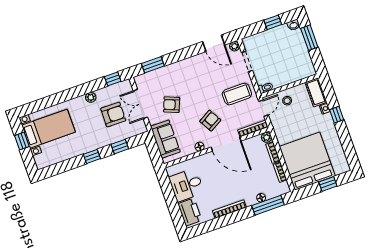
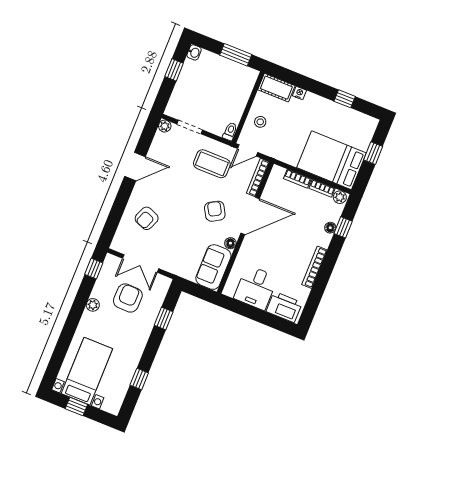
window: (309, 38) -> (236, 55), moved
door: (214, 43) -> (135, 166), moved
window: (153, 65) -> (114, 219), removed
coffee table: (237, 94) -> (212, 164), turned 90
armchair: (172, 105) -> (147, 218), moved
door: (264, 108) -> (248, 150), swing flipped
window: (337, 115) -> (345, 99), moved
plant: (267, 137) -> (340, 197), moved
sofa: (165, 139) -> (213, 267), moved, turned -90
window: (92, 156) -> (139, 379), moved
bed: (307, 161) -> (332, 160), width x0.73
window: (268, 205) -> (343, 227), width x0.46

